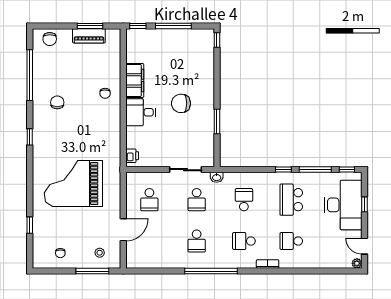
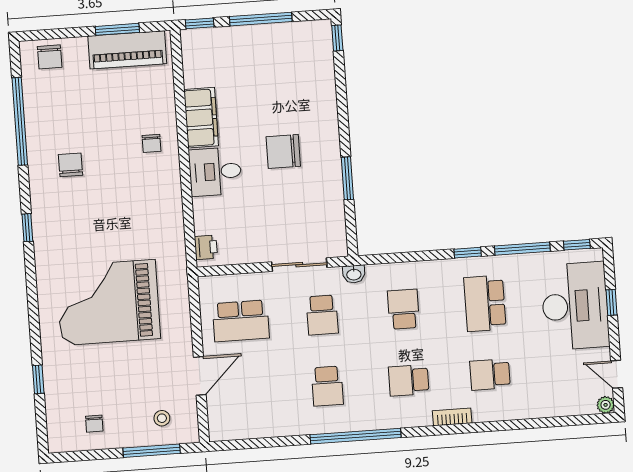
piano: (89, 36) -> (127, 50), width x1.37, depth x1.33
school desk: (149, 200) -> (241, 321), width x1.85

